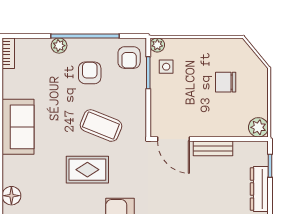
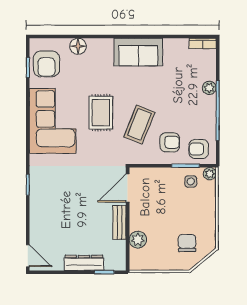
armchair: (90, 73) -> (170, 142), moved
chair: (226, 82) -> (187, 243), moved
plant: (258, 127) -> (138, 240), moved

